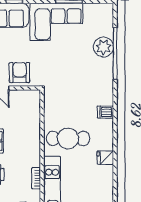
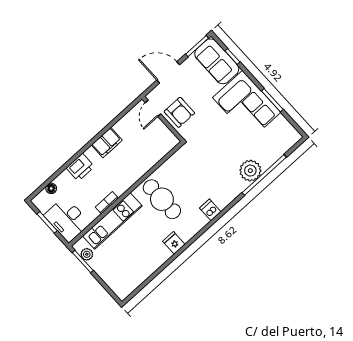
plant: (103, 47) -> (250, 171), moved
armchair: (20, 73) -> (179, 112), turned 90

